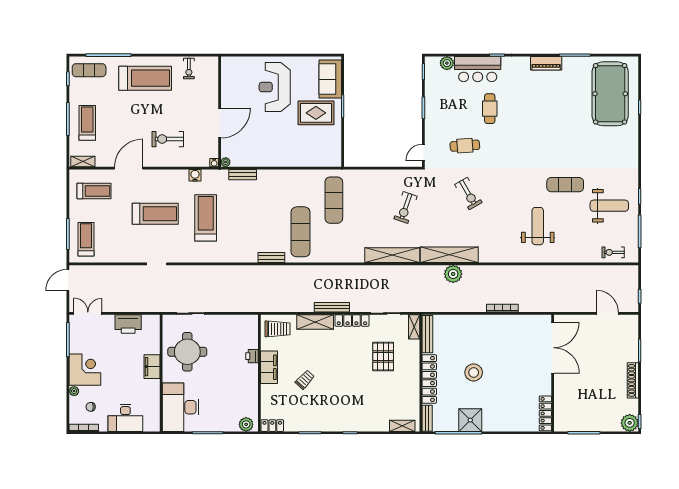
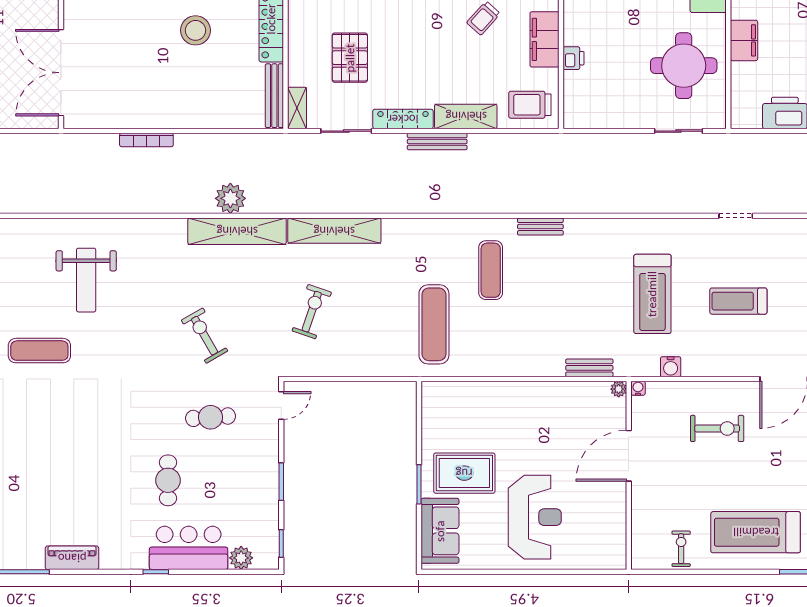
treadmill: (155, 214) -> (738, 301), width x0.73, depth x0.73
exercise mat: (301, 232) -> (491, 270), width x0.73, depth x0.69

